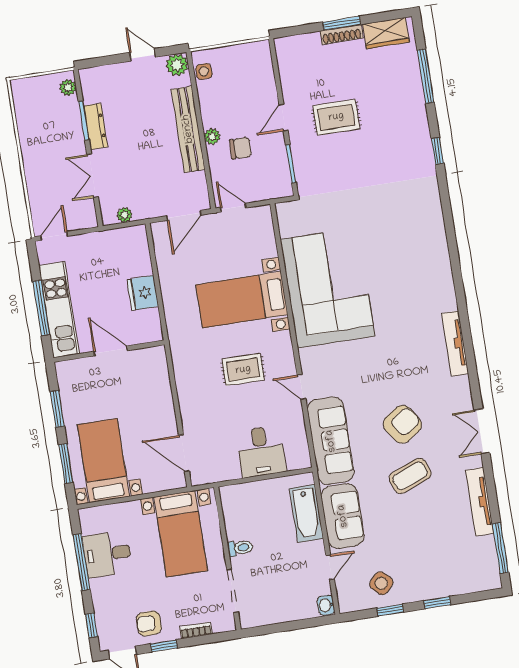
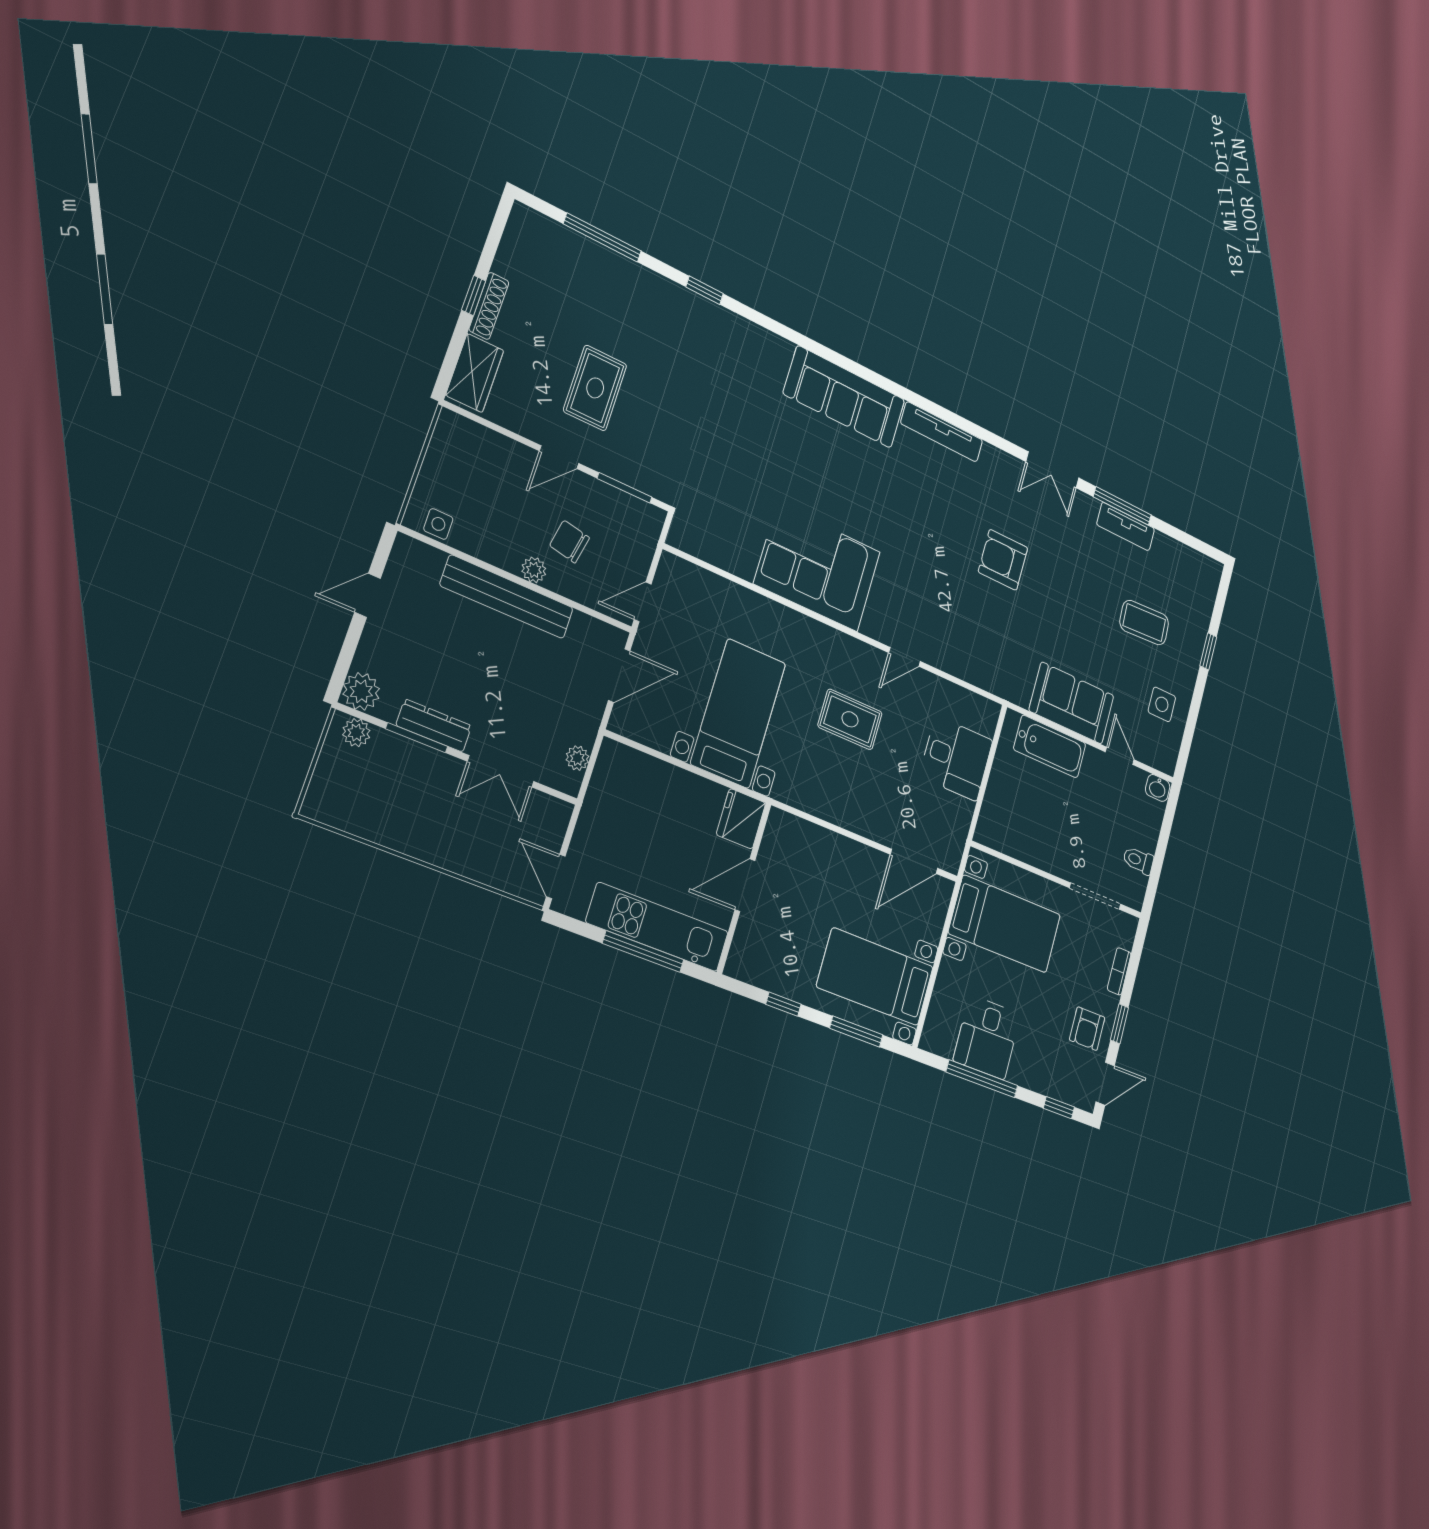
window: (342, 23) -> (474, 295), width x0.67
wardrobe: (386, 33) -> (475, 373), moved
plant: (177, 65) -> (361, 691), moved
door: (284, 118) -> (559, 457), hinge flipped
chair: (240, 148) -> (569, 542), turned -80
door: (184, 215) -> (619, 676), hinge flipped
corner sofa: (328, 288) -> (817, 568), width x0.73, depth x0.74
fridge: (143, 293) -> (741, 819), moved, turned 90
bed with nightstands: (242, 300) -> (738, 713), moved, turned 180
rug: (243, 370) -> (850, 719), turned 90
window: (57, 409) -> (783, 1004), width x0.67
armchair: (402, 424) -> (1003, 560), turned -56
sofa: (331, 441) -> (844, 397), moved, turned 180
coffee table: (410, 476) -> (1144, 623), moved, turned -72
tv unit: (480, 502) -> (1126, 527), width x0.71
toilet: (240, 548) -> (1138, 860), moved, turned -90
window: (500, 548) -> (1122, 506), moved
side table: (381, 583) -> (1162, 704), turned 45
window: (390, 610) -> (1194, 713), removed

